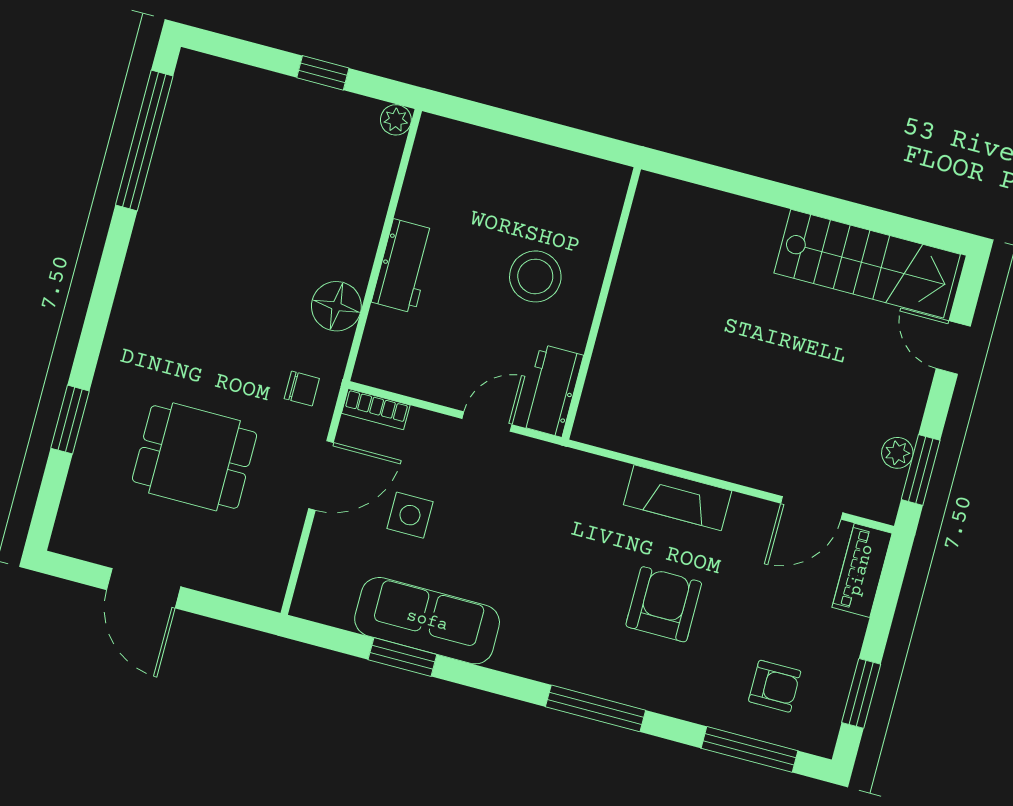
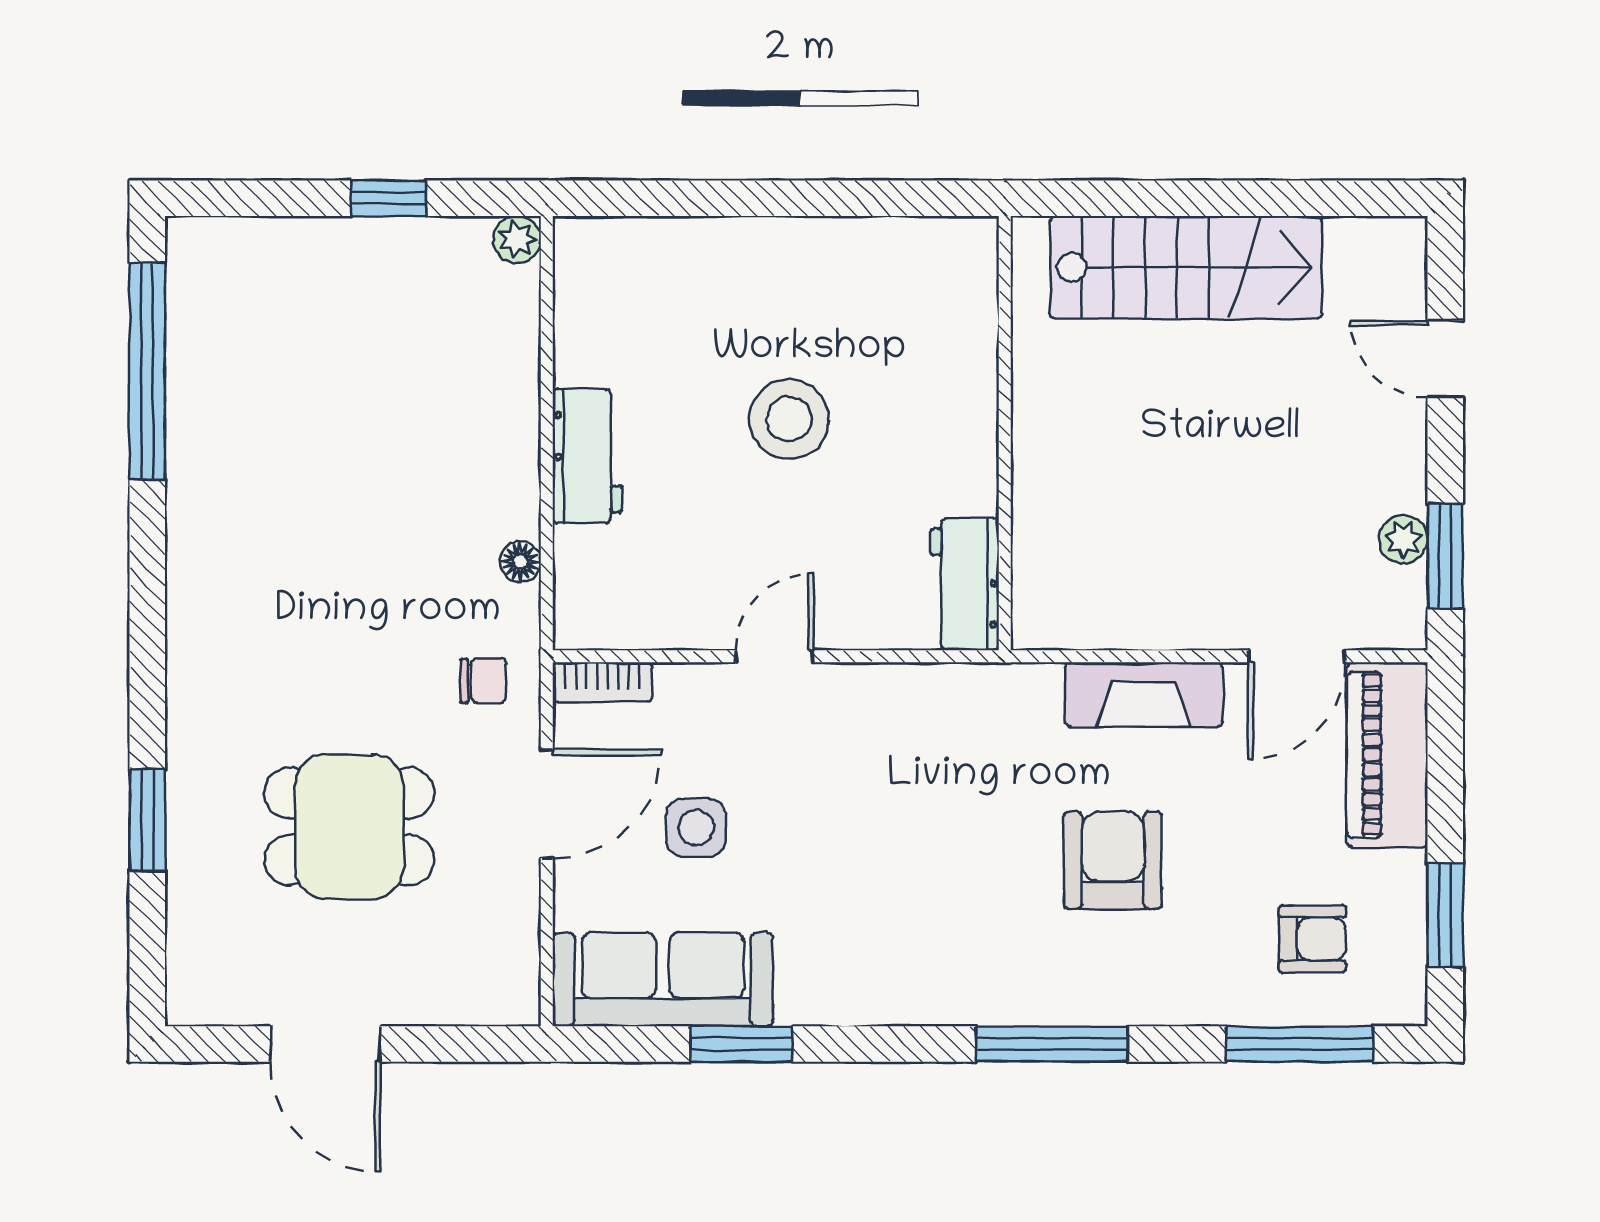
stairs: (867, 264) -> (1186, 267), moved
wall: (601, 303) -> (1005, 433), moved
floor lamp: (336, 306) -> (520, 561), width x0.53, depth x0.53
workbench: (551, 391) -> (965, 584), moved
fireplace: (678, 498) -> (1144, 695), moved
piano: (862, 570) -> (1387, 755), width x1.37, depth x1.33
sofa: (427, 621) -> (663, 979), moved

